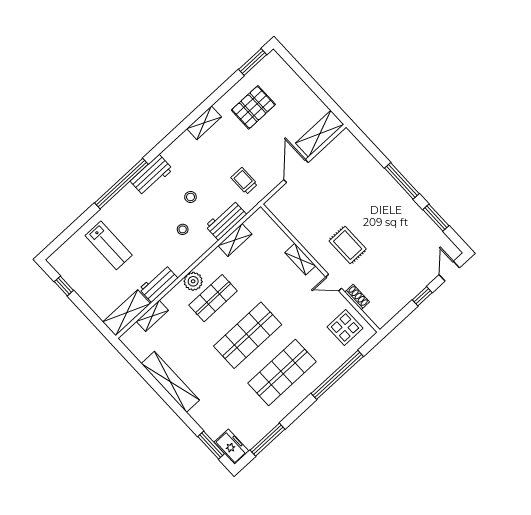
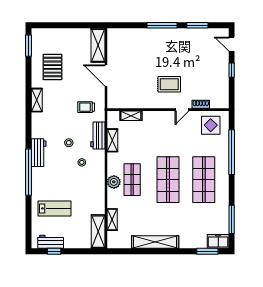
shelving: (300, 259) -> (131, 116), moved
workbench: (158, 283) -> (51, 242), moved, turned 90

